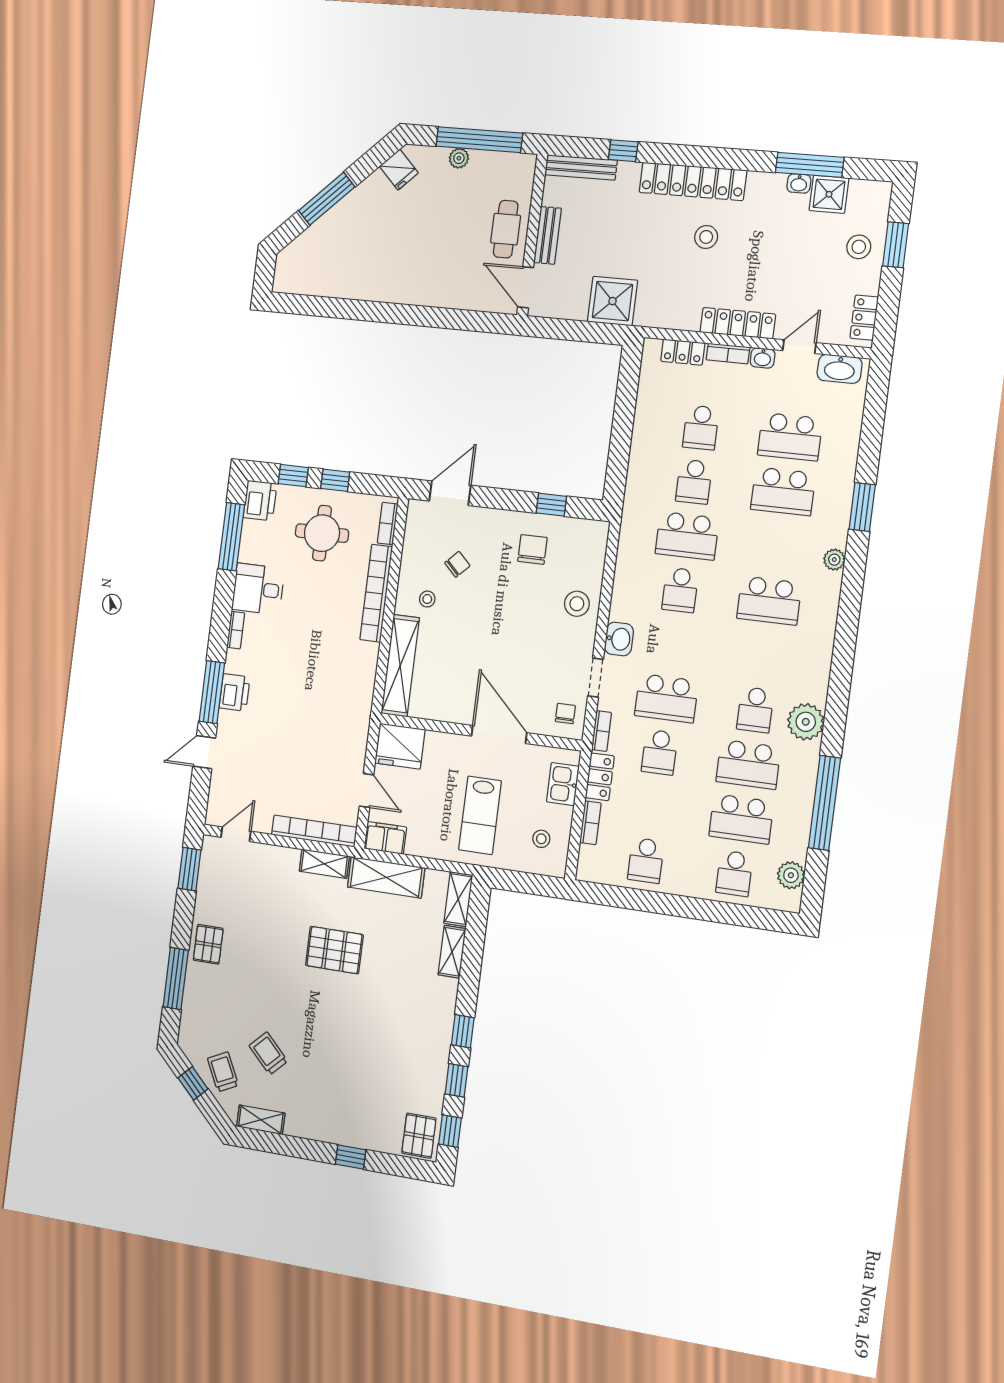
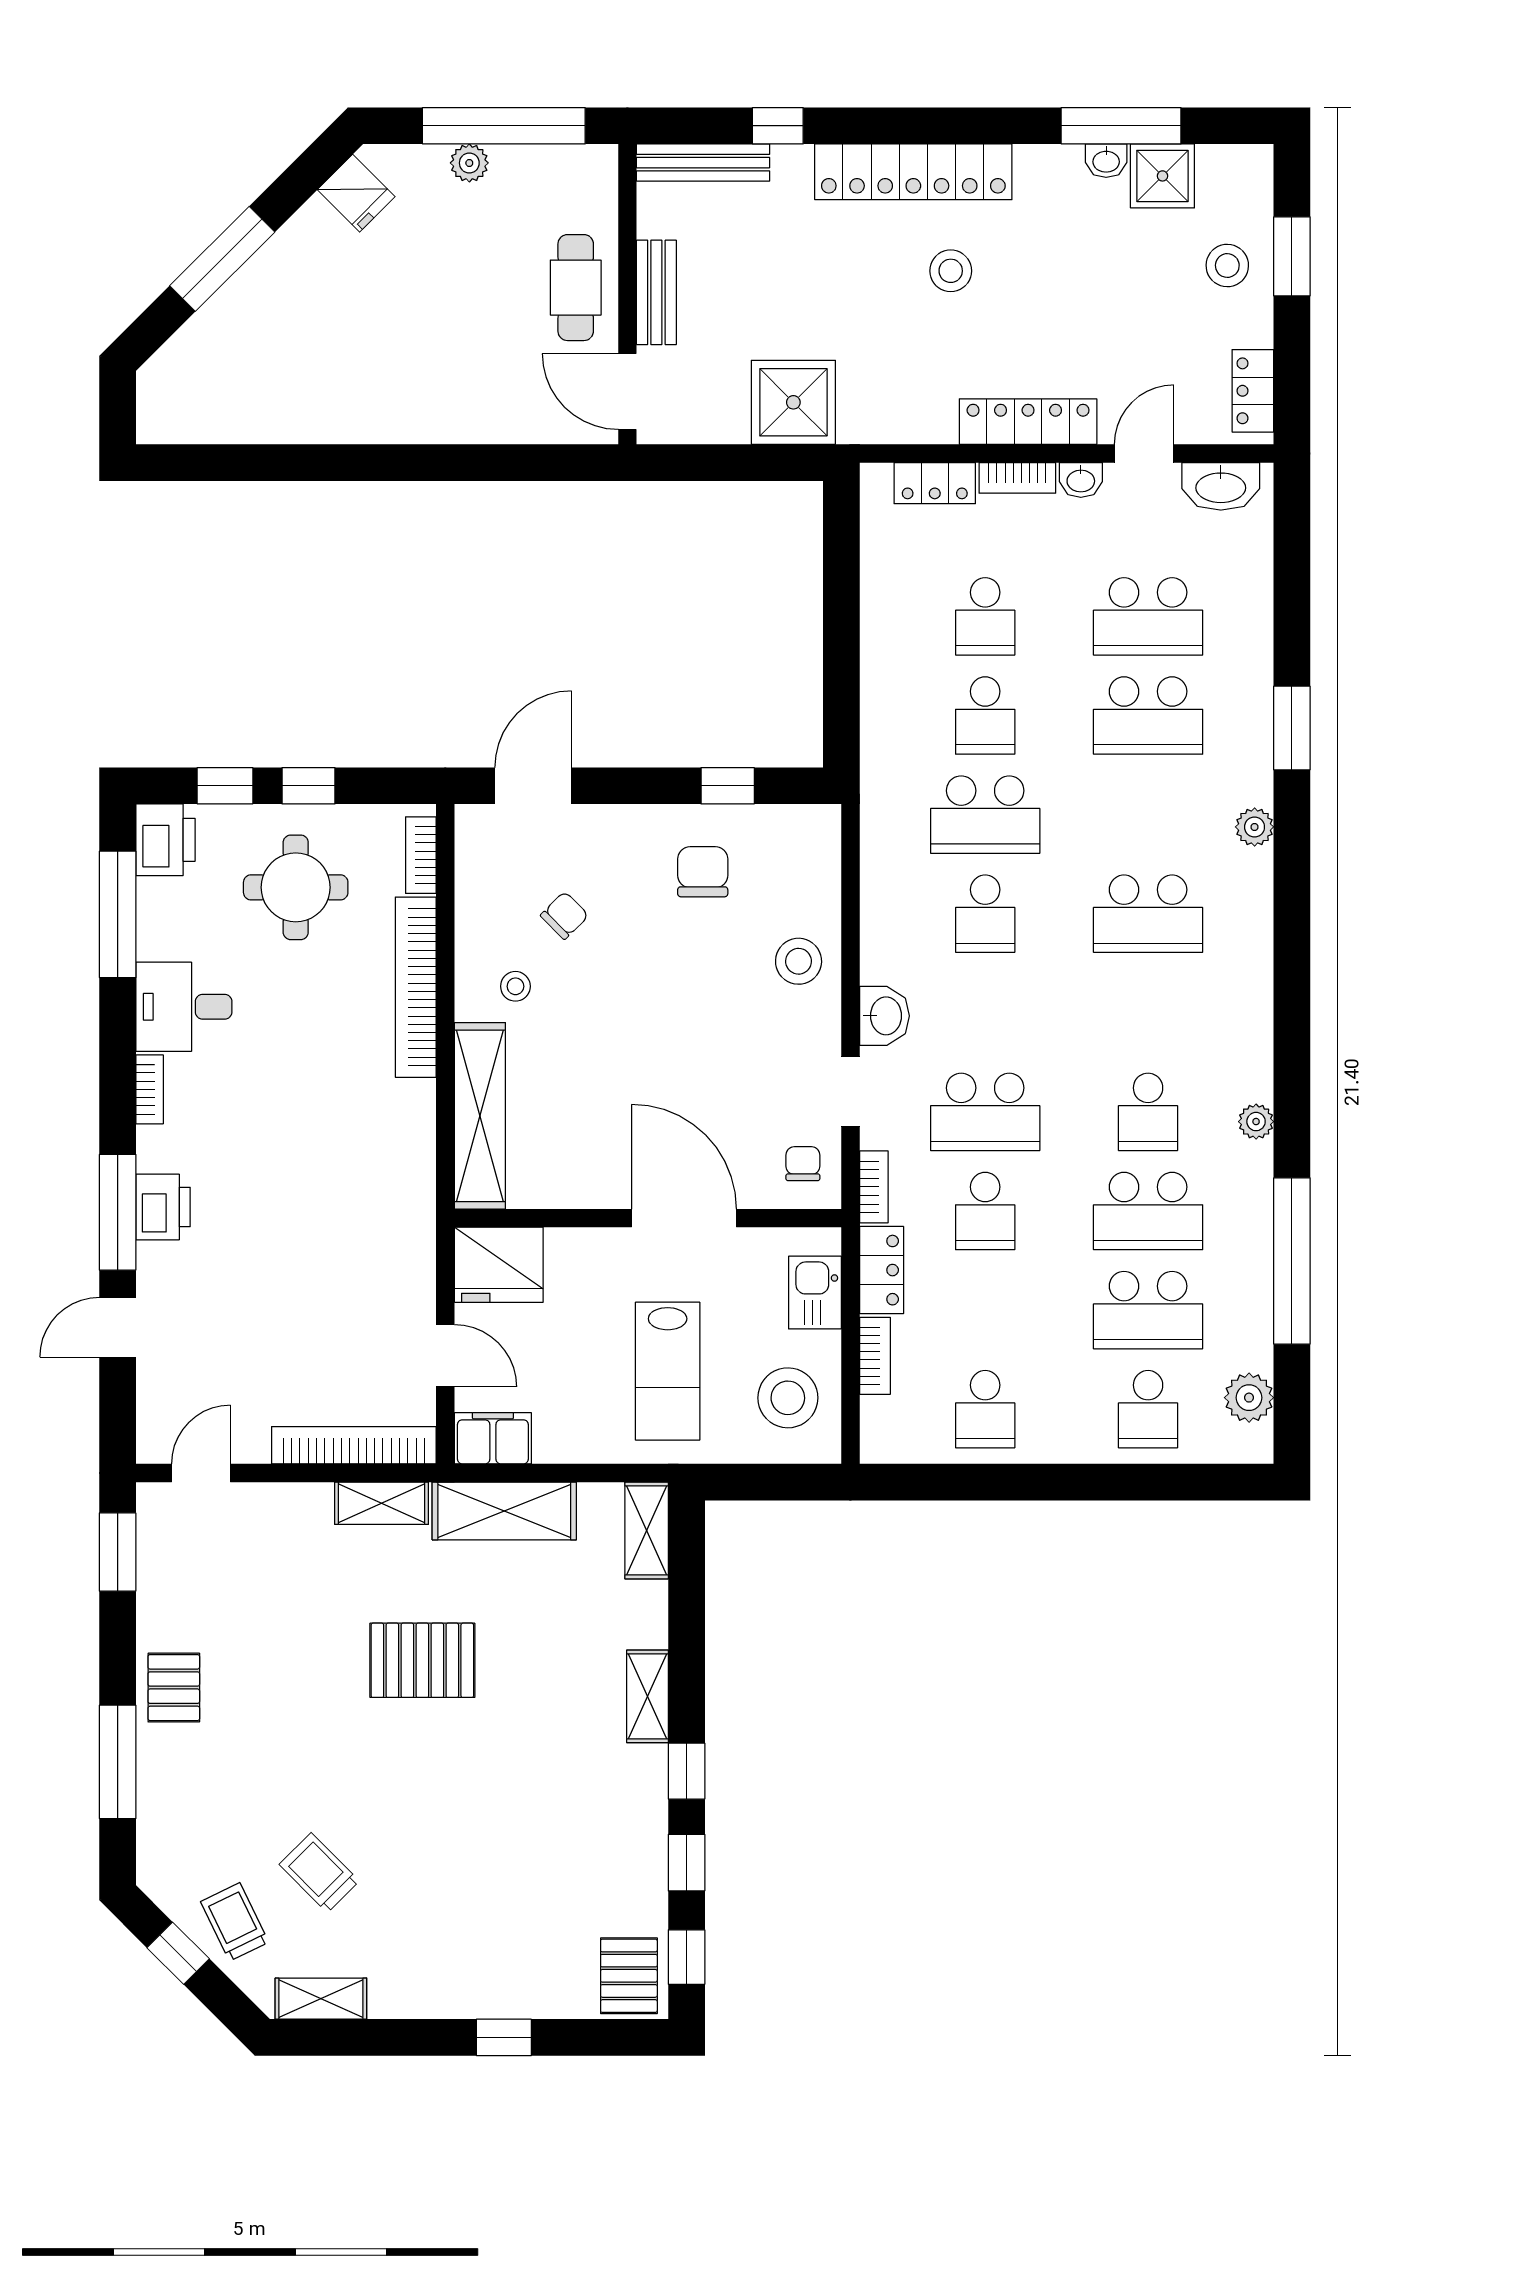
plant: (806, 722) -> (1256, 1122), width x0.53, depth x0.53
stool: (541, 839) -> (788, 1398), width x1.89, depth x1.89
shelving: (452, 952) -> (647, 1696), moved

